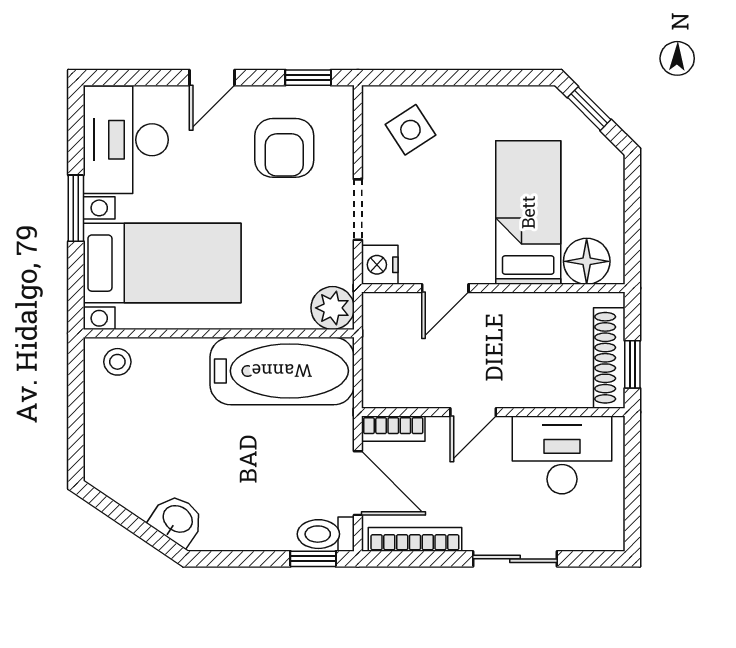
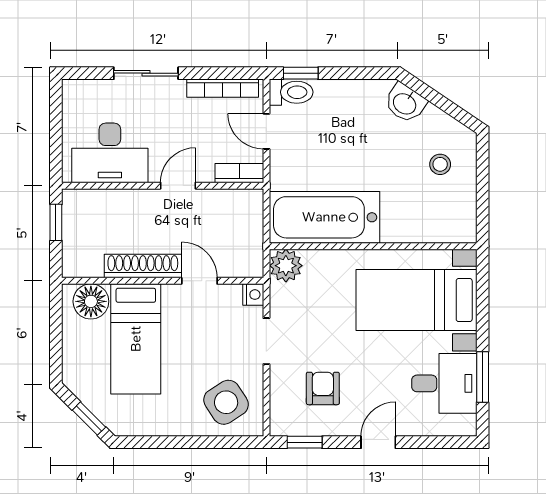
side table: (410, 130) -> (226, 402), width x1.37, depth x1.37
desk: (126, 140) -> (444, 383), width x0.73
armchair: (284, 148) -> (323, 388), width x0.72, depth x0.72
window: (76, 208) -> (483, 377), moved
nightstand: (380, 265) -> (253, 295), width x0.72, depth x0.74
door: (445, 288) -> (199, 281), hinge flipped
shoe rack: (609, 358) -> (143, 266), moved, turned -90
stool: (117, 362) -> (440, 164), moved
door: (358, 483) -> (266, 131), width x0.73

